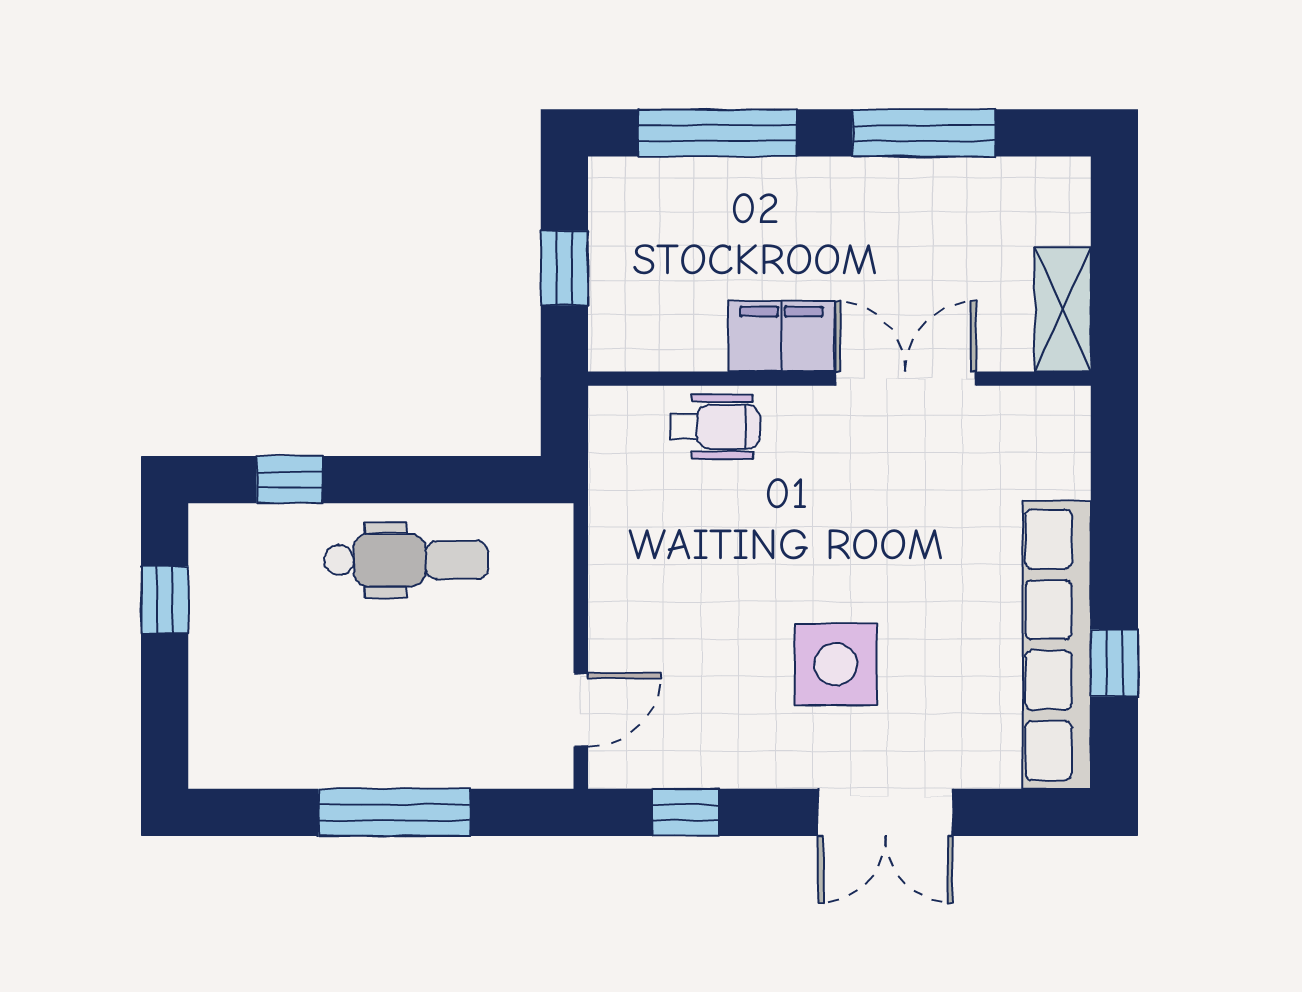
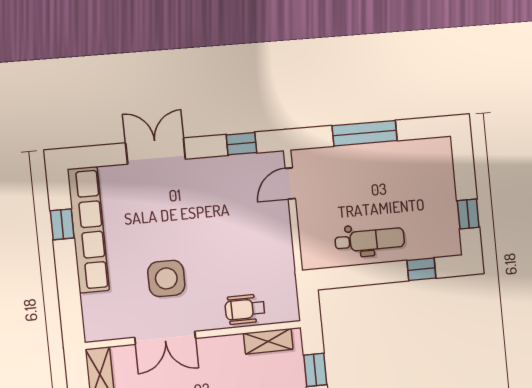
filing cabinet: (781, 336) -> (220, 351), removed
shelving: (668, 346) -> (268, 341), added
dental chair: (406, 560) -> (370, 240), turned 180
side table: (836, 664) -> (166, 278), moved

